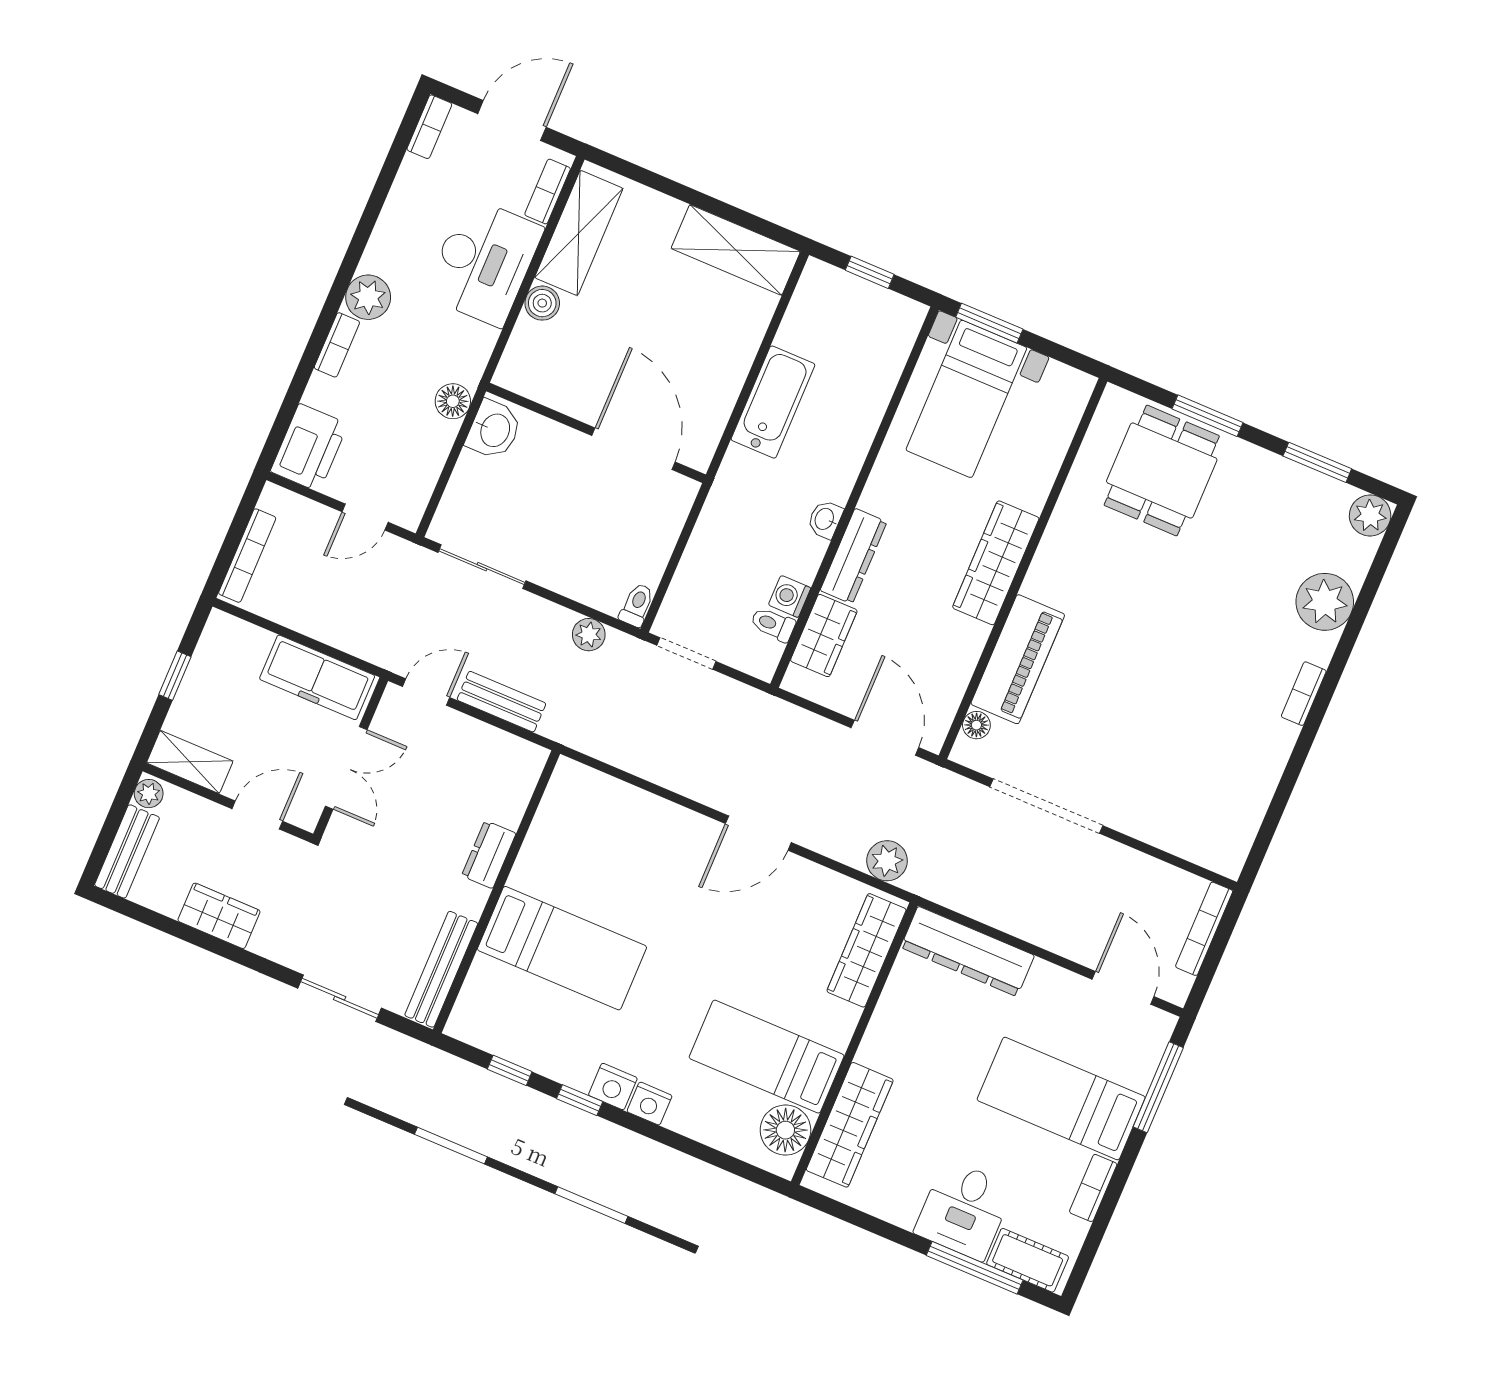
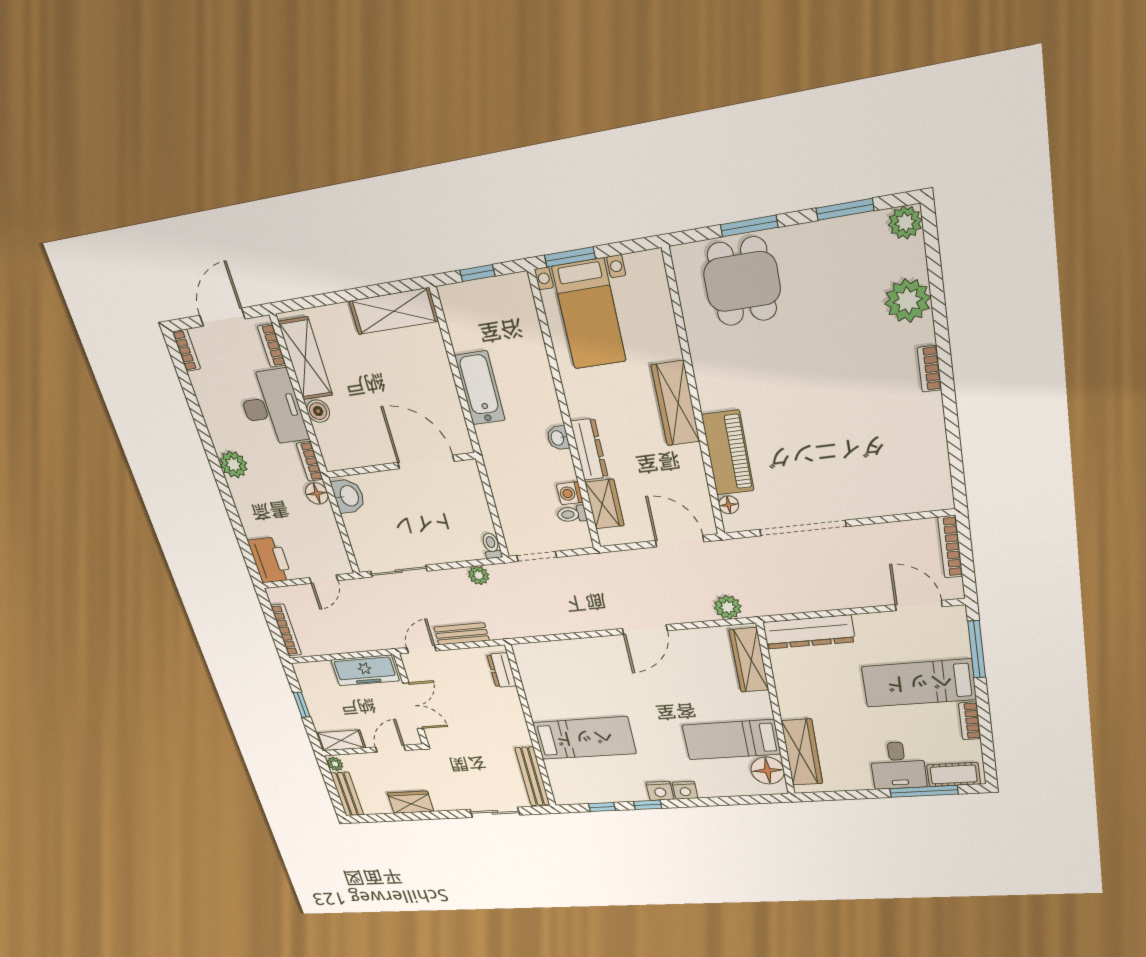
bookcase: (337, 345) -> (310, 461), moved, turned 180
dresser: (489, 855) -> (502, 670), moved

